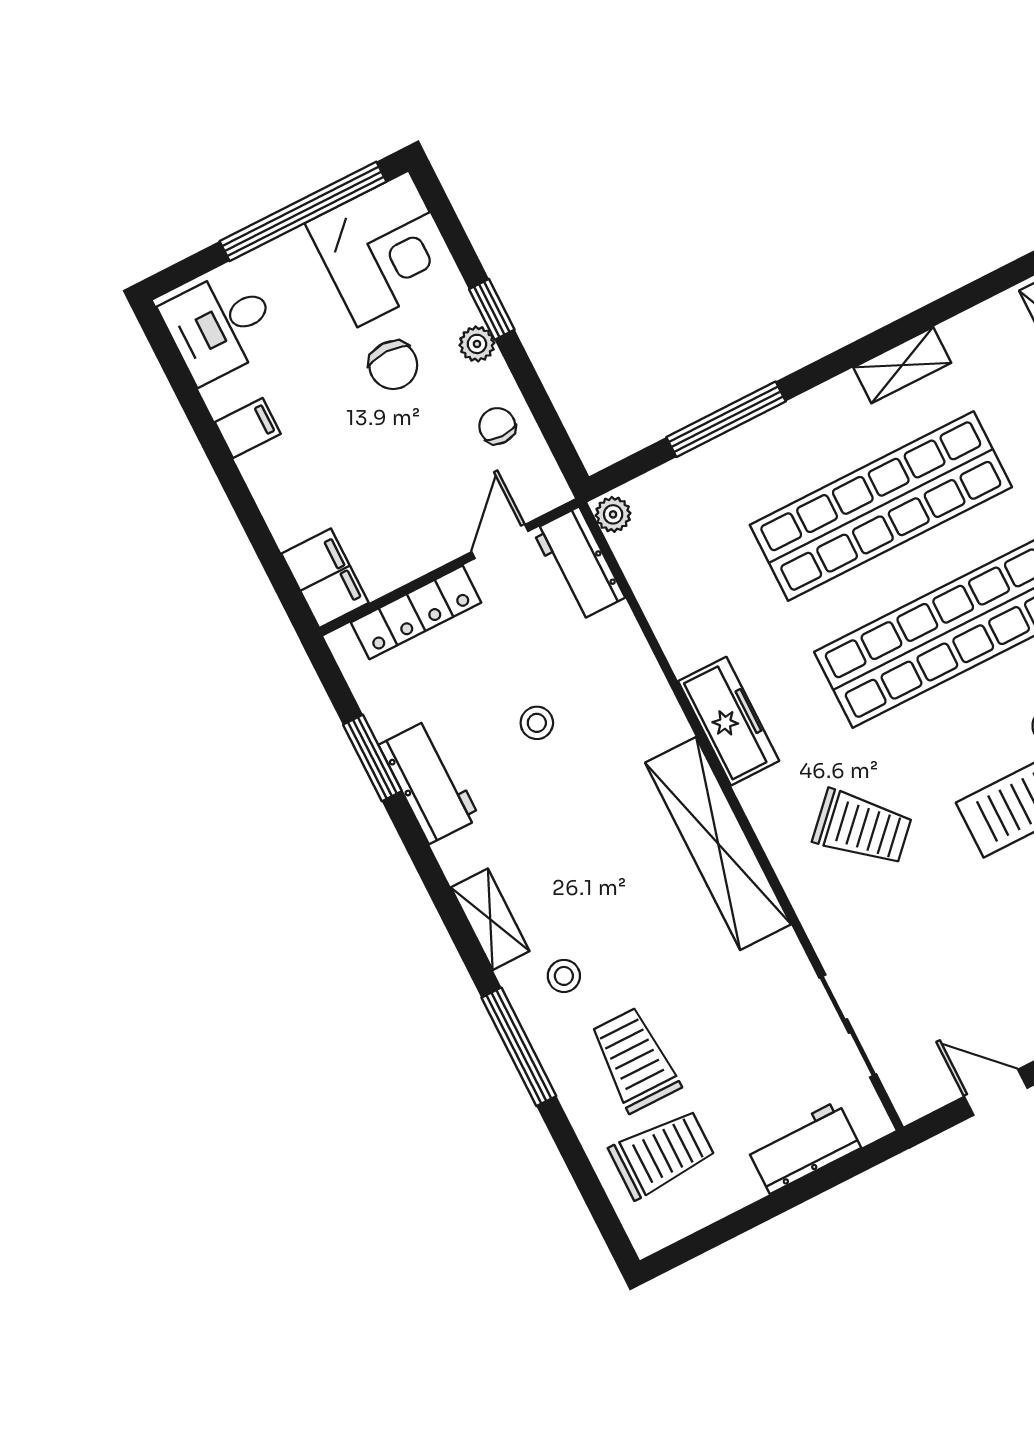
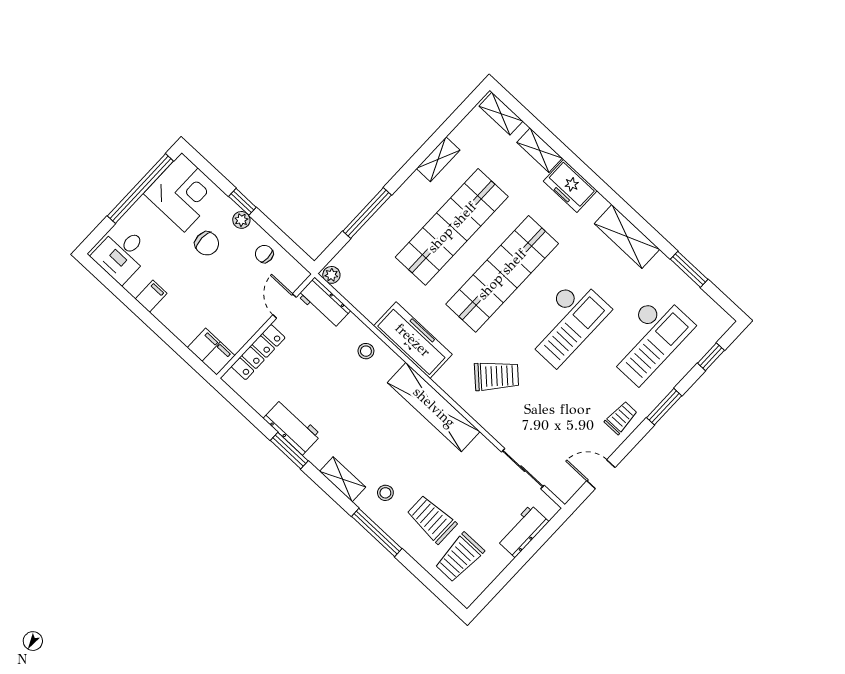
freezer: (729, 721) -> (413, 340), width x1.36, depth x1.26
stool: (537, 723) -> (366, 351), moved
window: (372, 758) -> (289, 451), moved
trolley: (662, 1154) -> (459, 557), turned 180

